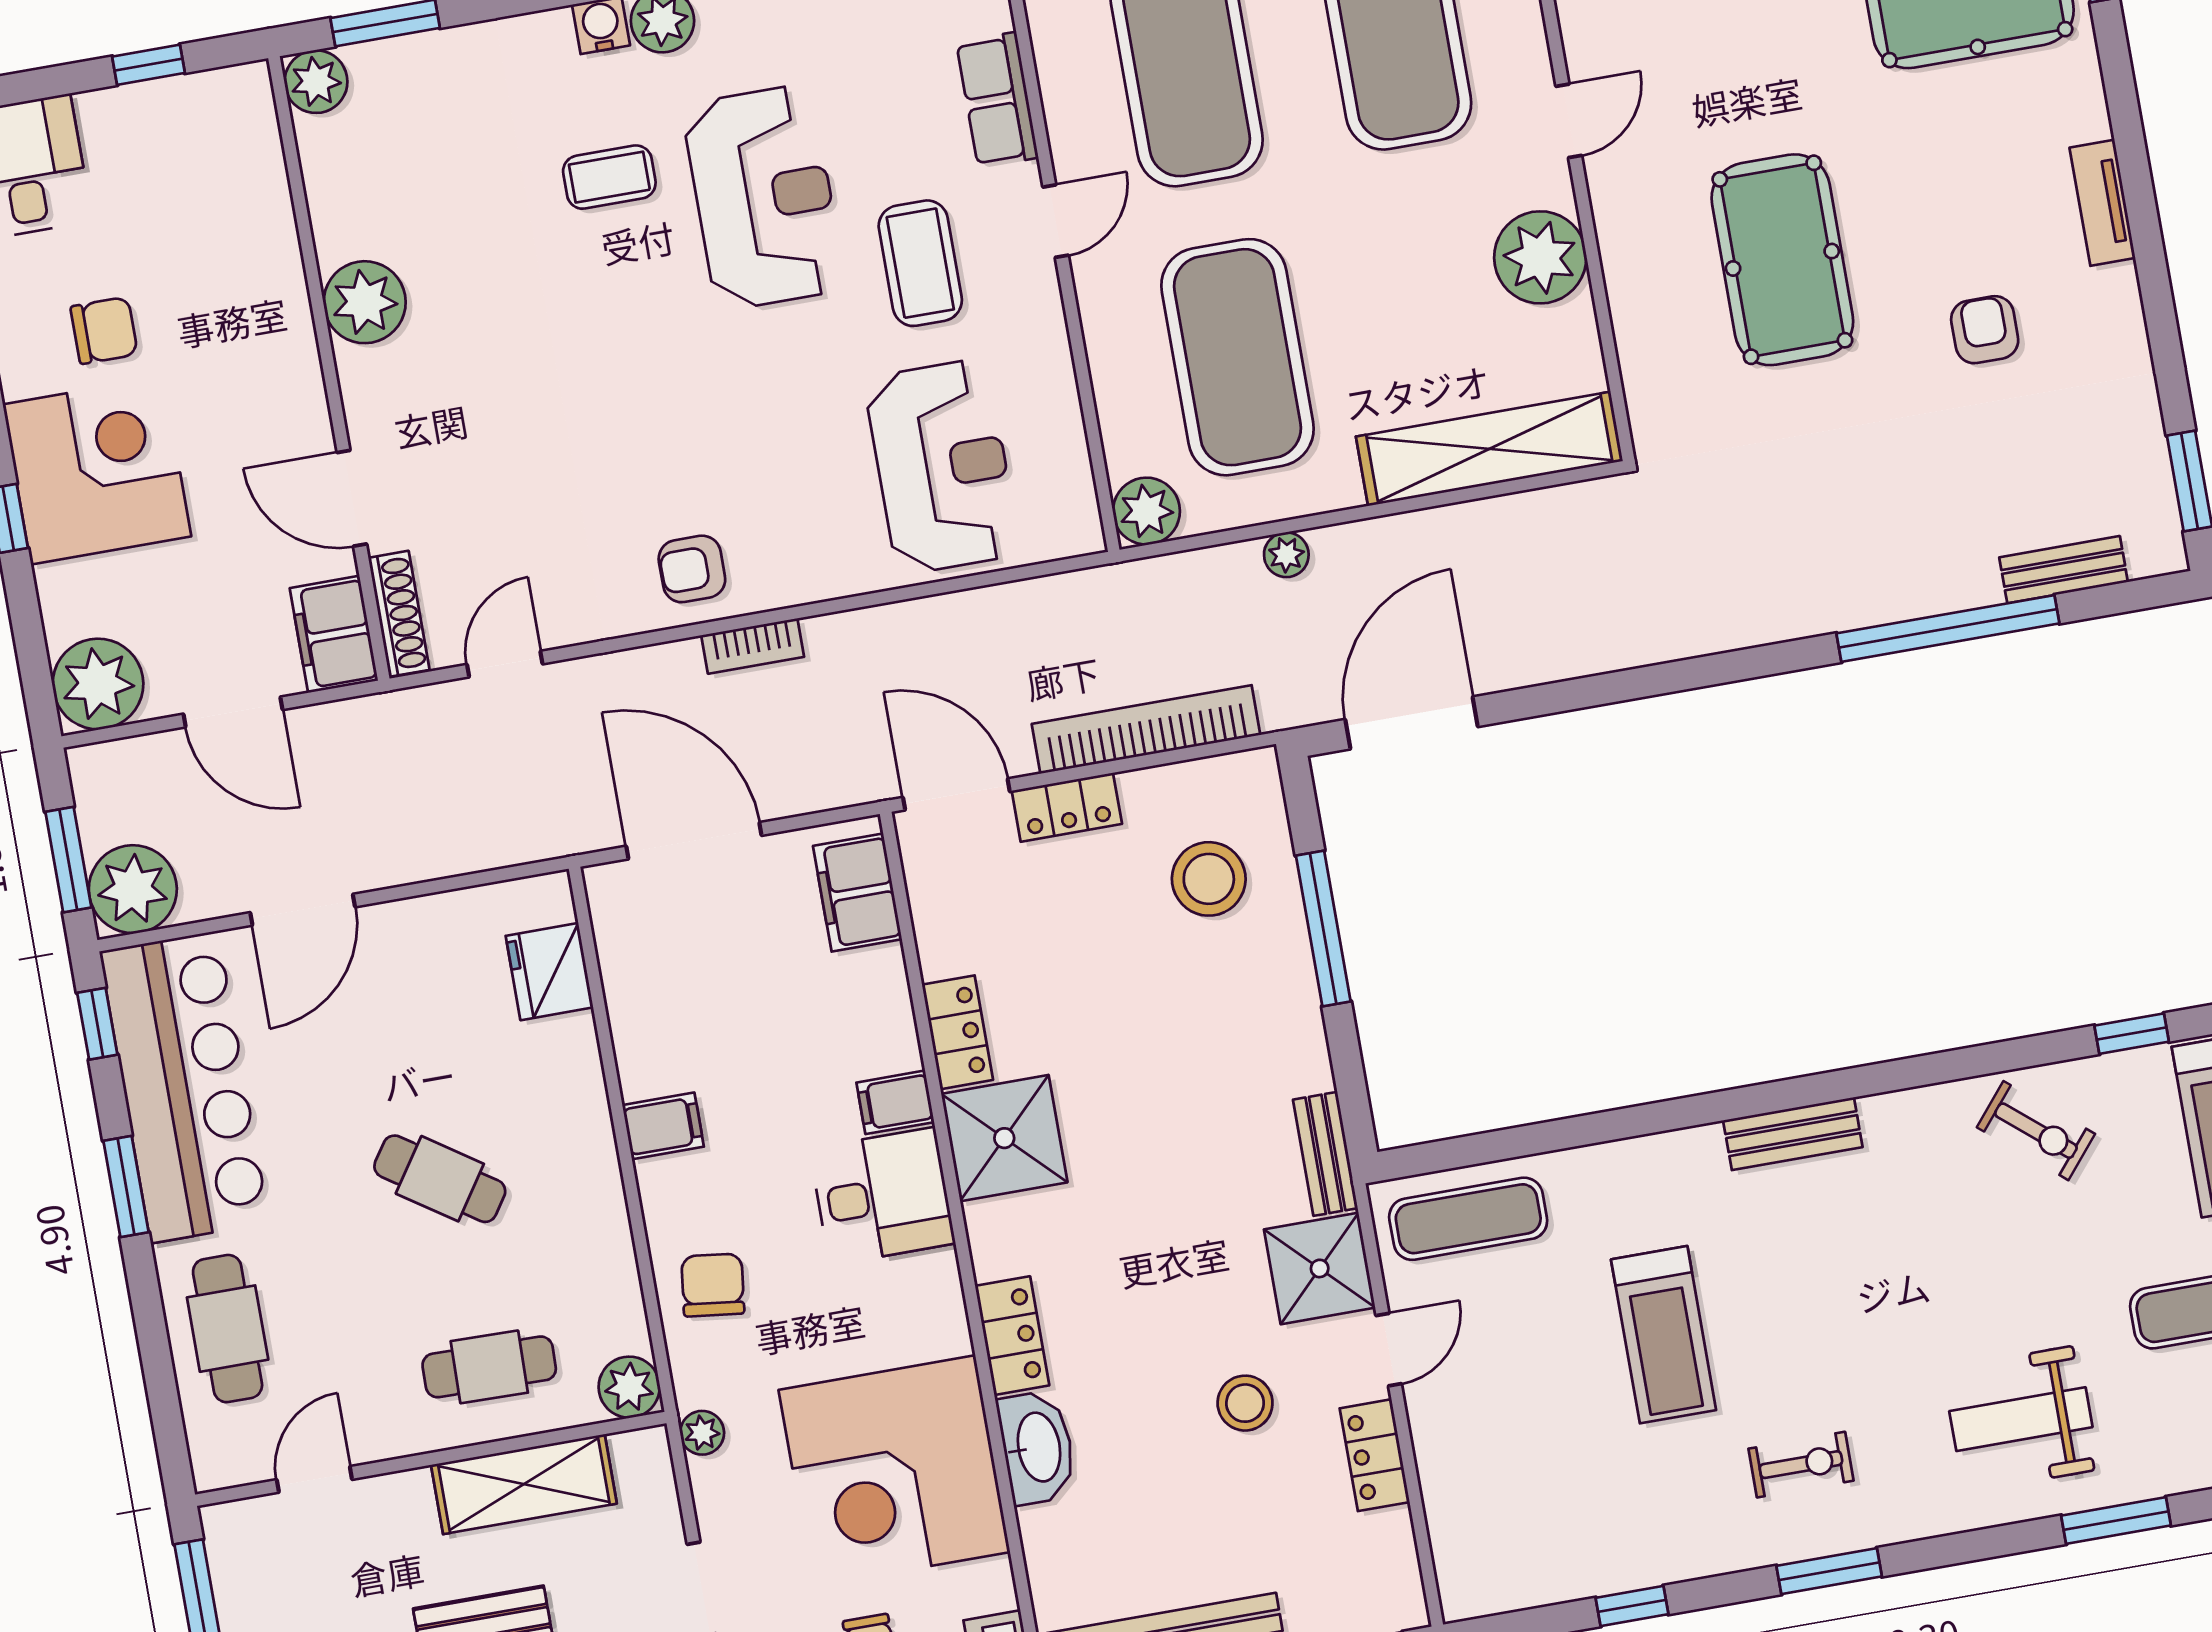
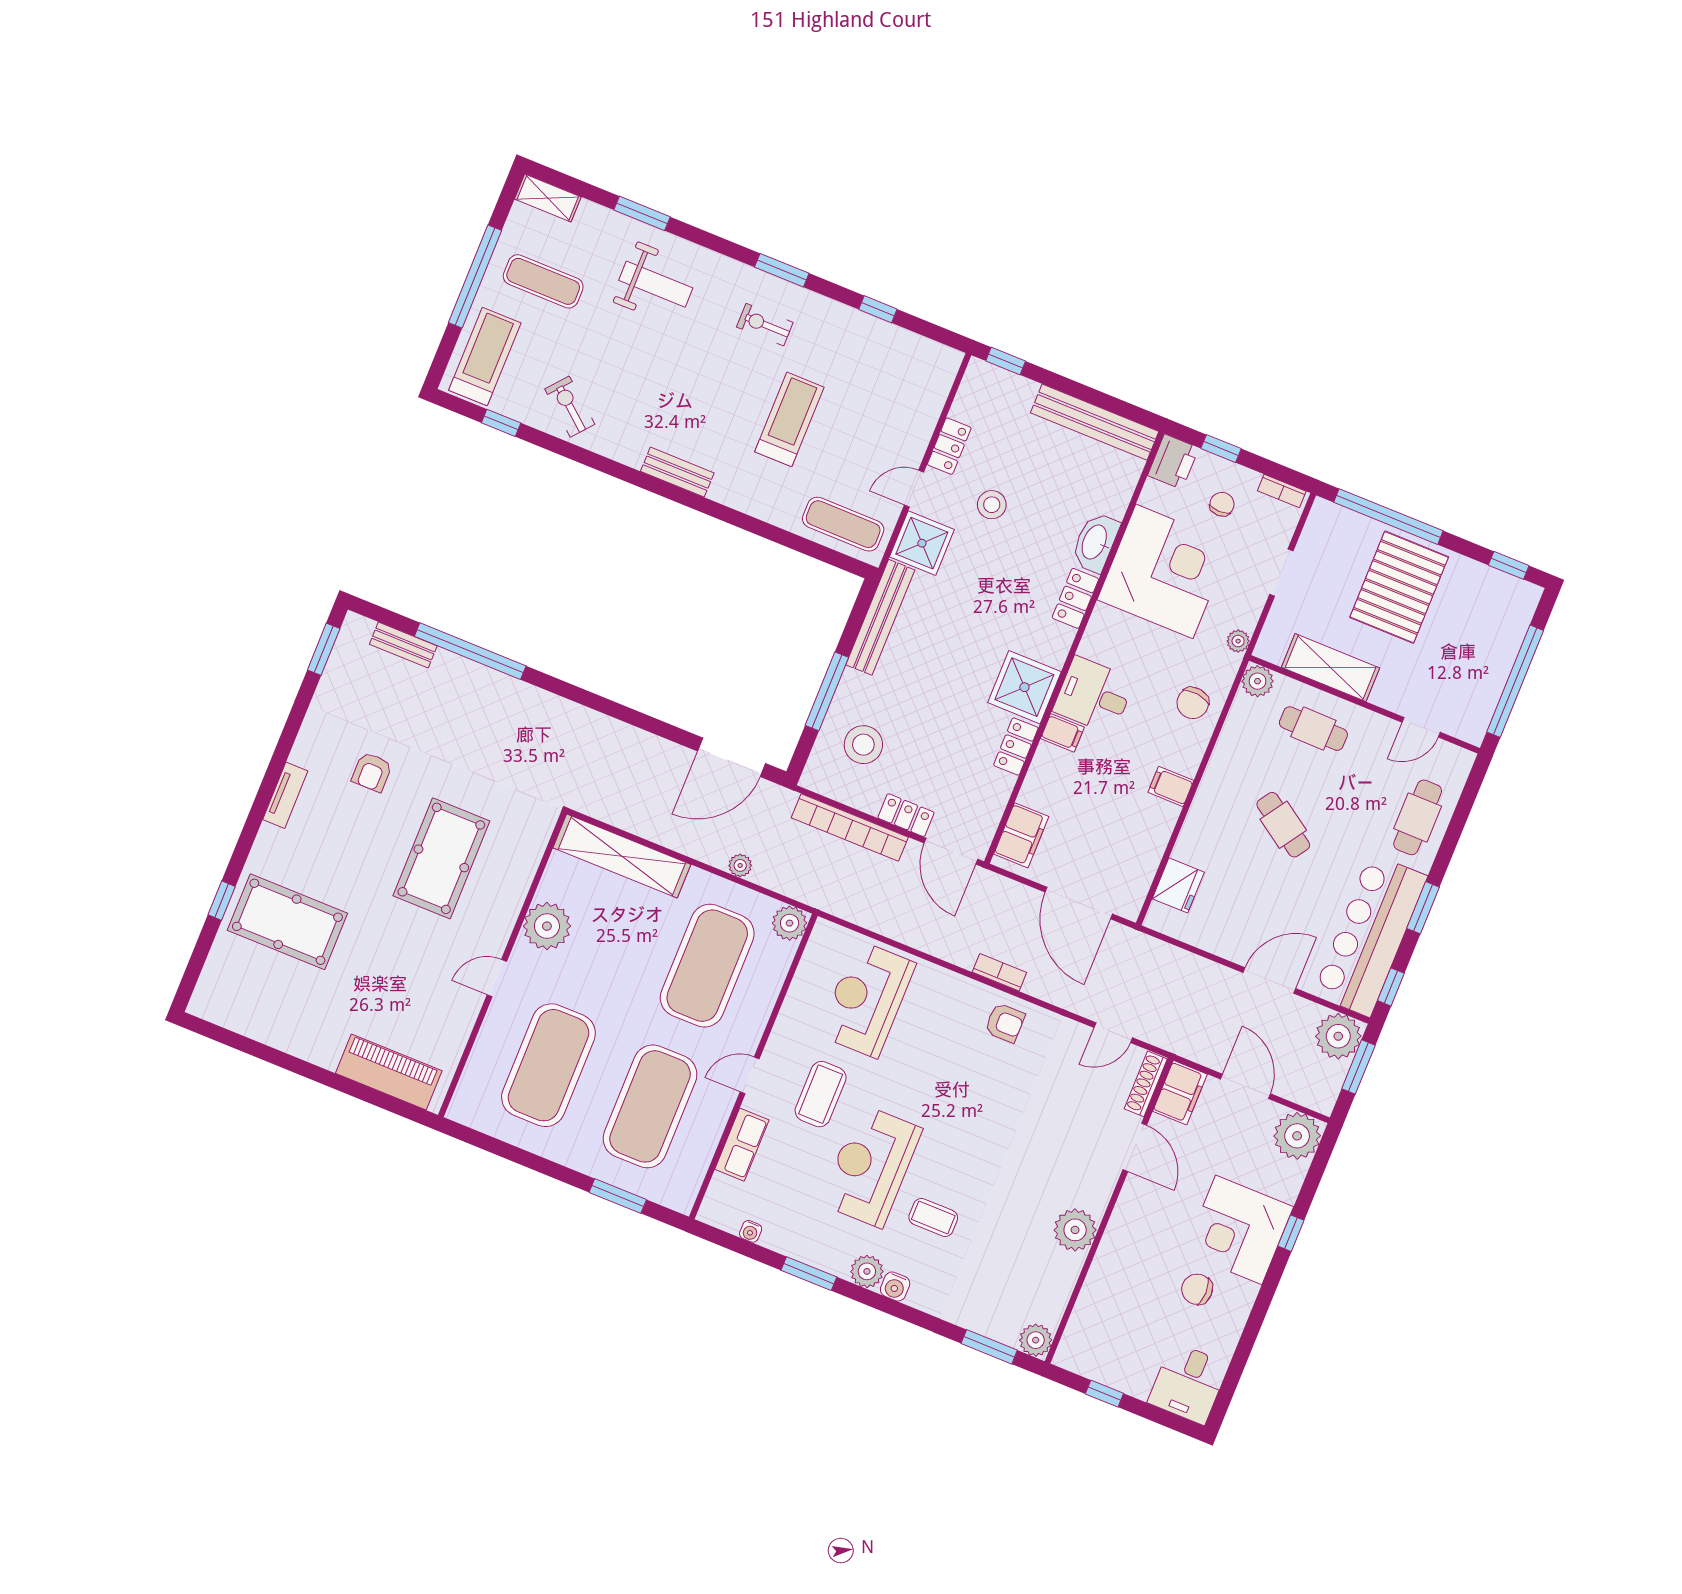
bench: (1325, 1154) -> (880, 617), width x1.86, depth x1.21

